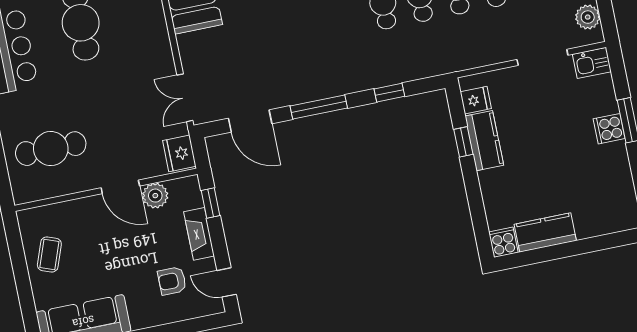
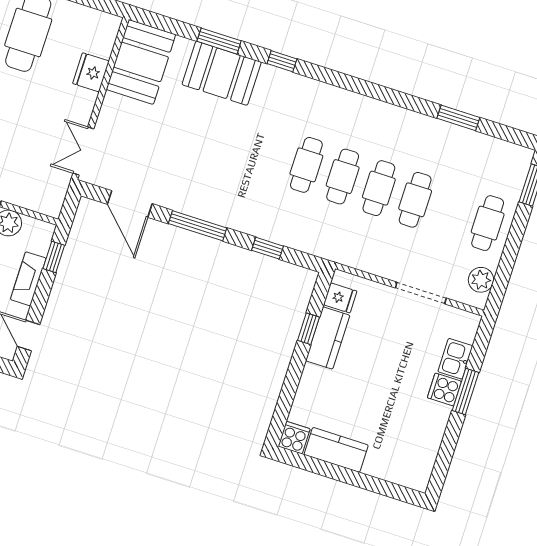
kitchen sink: (592, 63) -> (455, 359), moved, turned 90
fridge: (179, 153) -> (91, 72), moved

